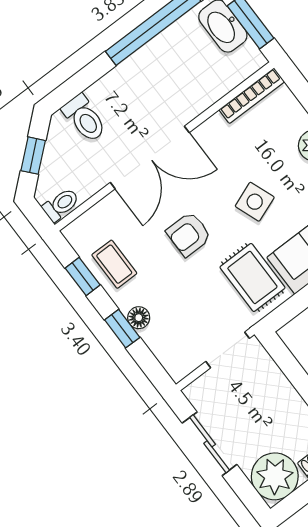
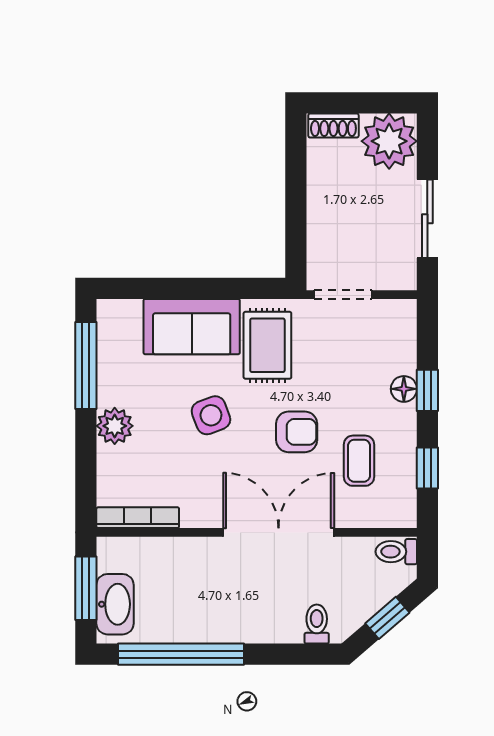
toilet: (84, 118) -> (317, 624), width x0.73, depth x0.72
coffee table: (114, 264) -> (359, 461), moved

